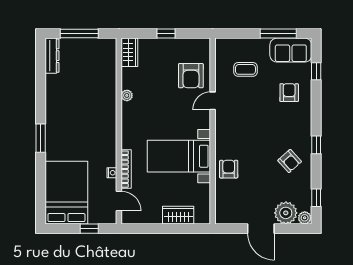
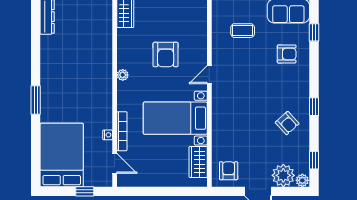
armchair: (191, 76) -> (166, 55), moved
armchair: (289, 93) -> (287, 54), turned 90
plant: (127, 95) -> (123, 75), moved
door: (213, 101) -> (209, 75), moved
armchair: (229, 169) -> (229, 171), moved
wardrobe: (178, 215) -> (198, 162), moved, turned -90

